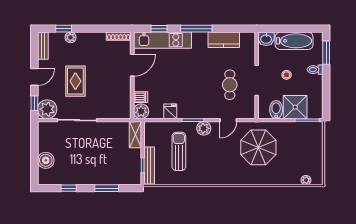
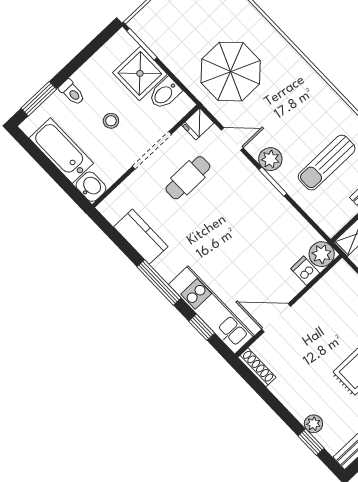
fridge: (170, 111) -> (198, 124), moved

